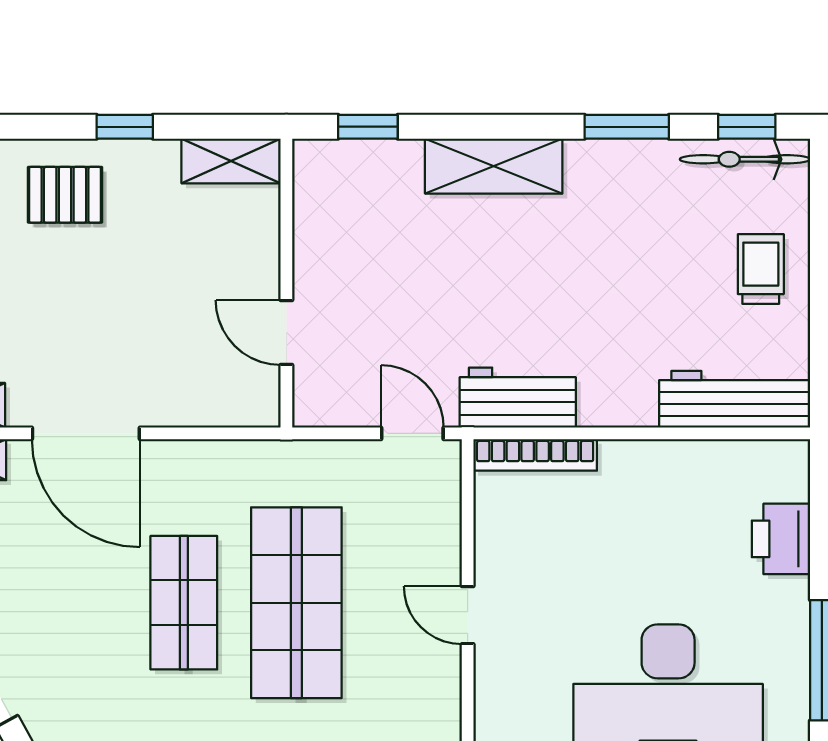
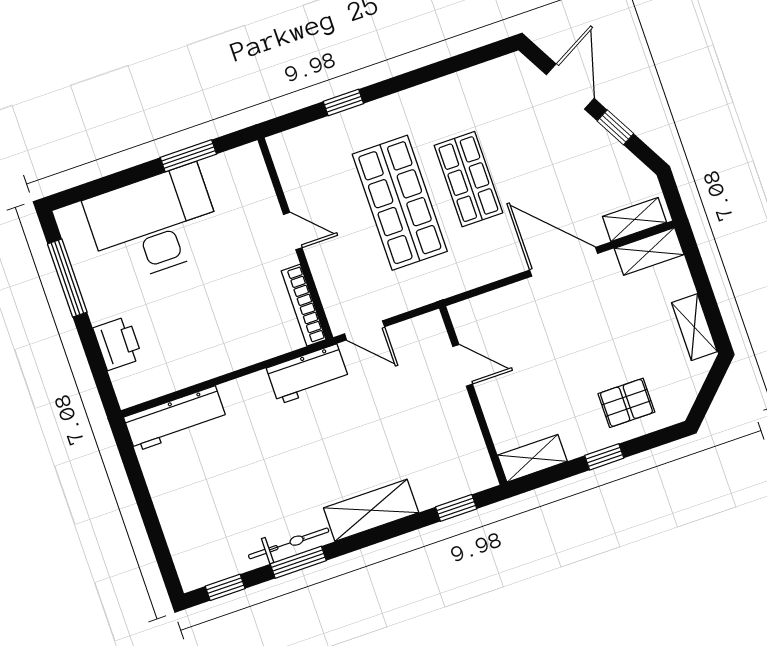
bicycle: (745, 159) -> (289, 543), moved
trolley: (761, 269) -> (187, 504), removed
bookcase: (535, 455) -> (304, 305), moved, turned -90

